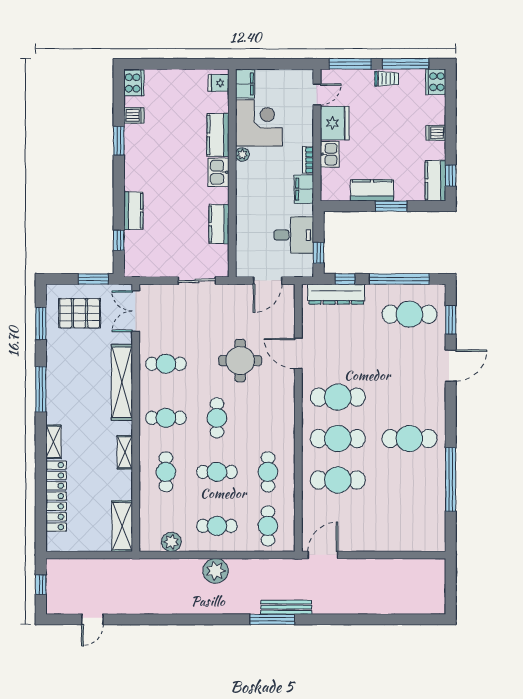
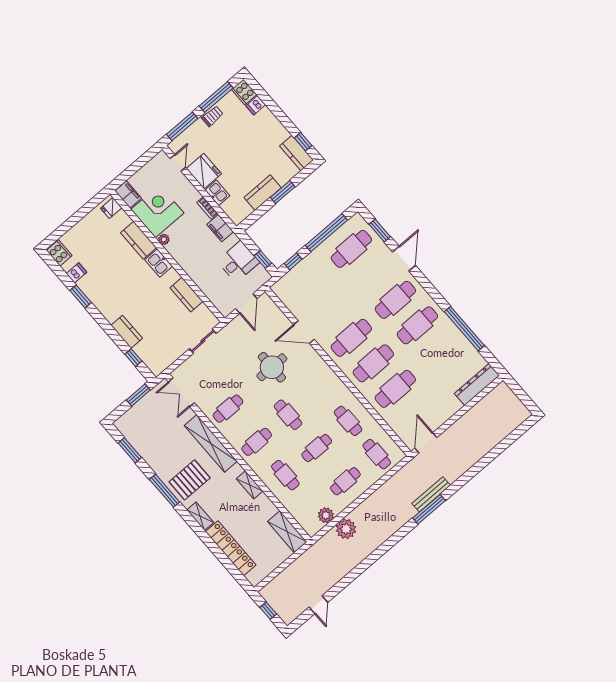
dishwasher: (436, 133) -> (256, 105), moved
dresser: (336, 294) -> (477, 384), moved, turned 180
pallet: (80, 313) -> (190, 480), moved
cafe table: (409, 397) -> (395, 300), added
plant: (216, 571) -> (346, 529), moved

